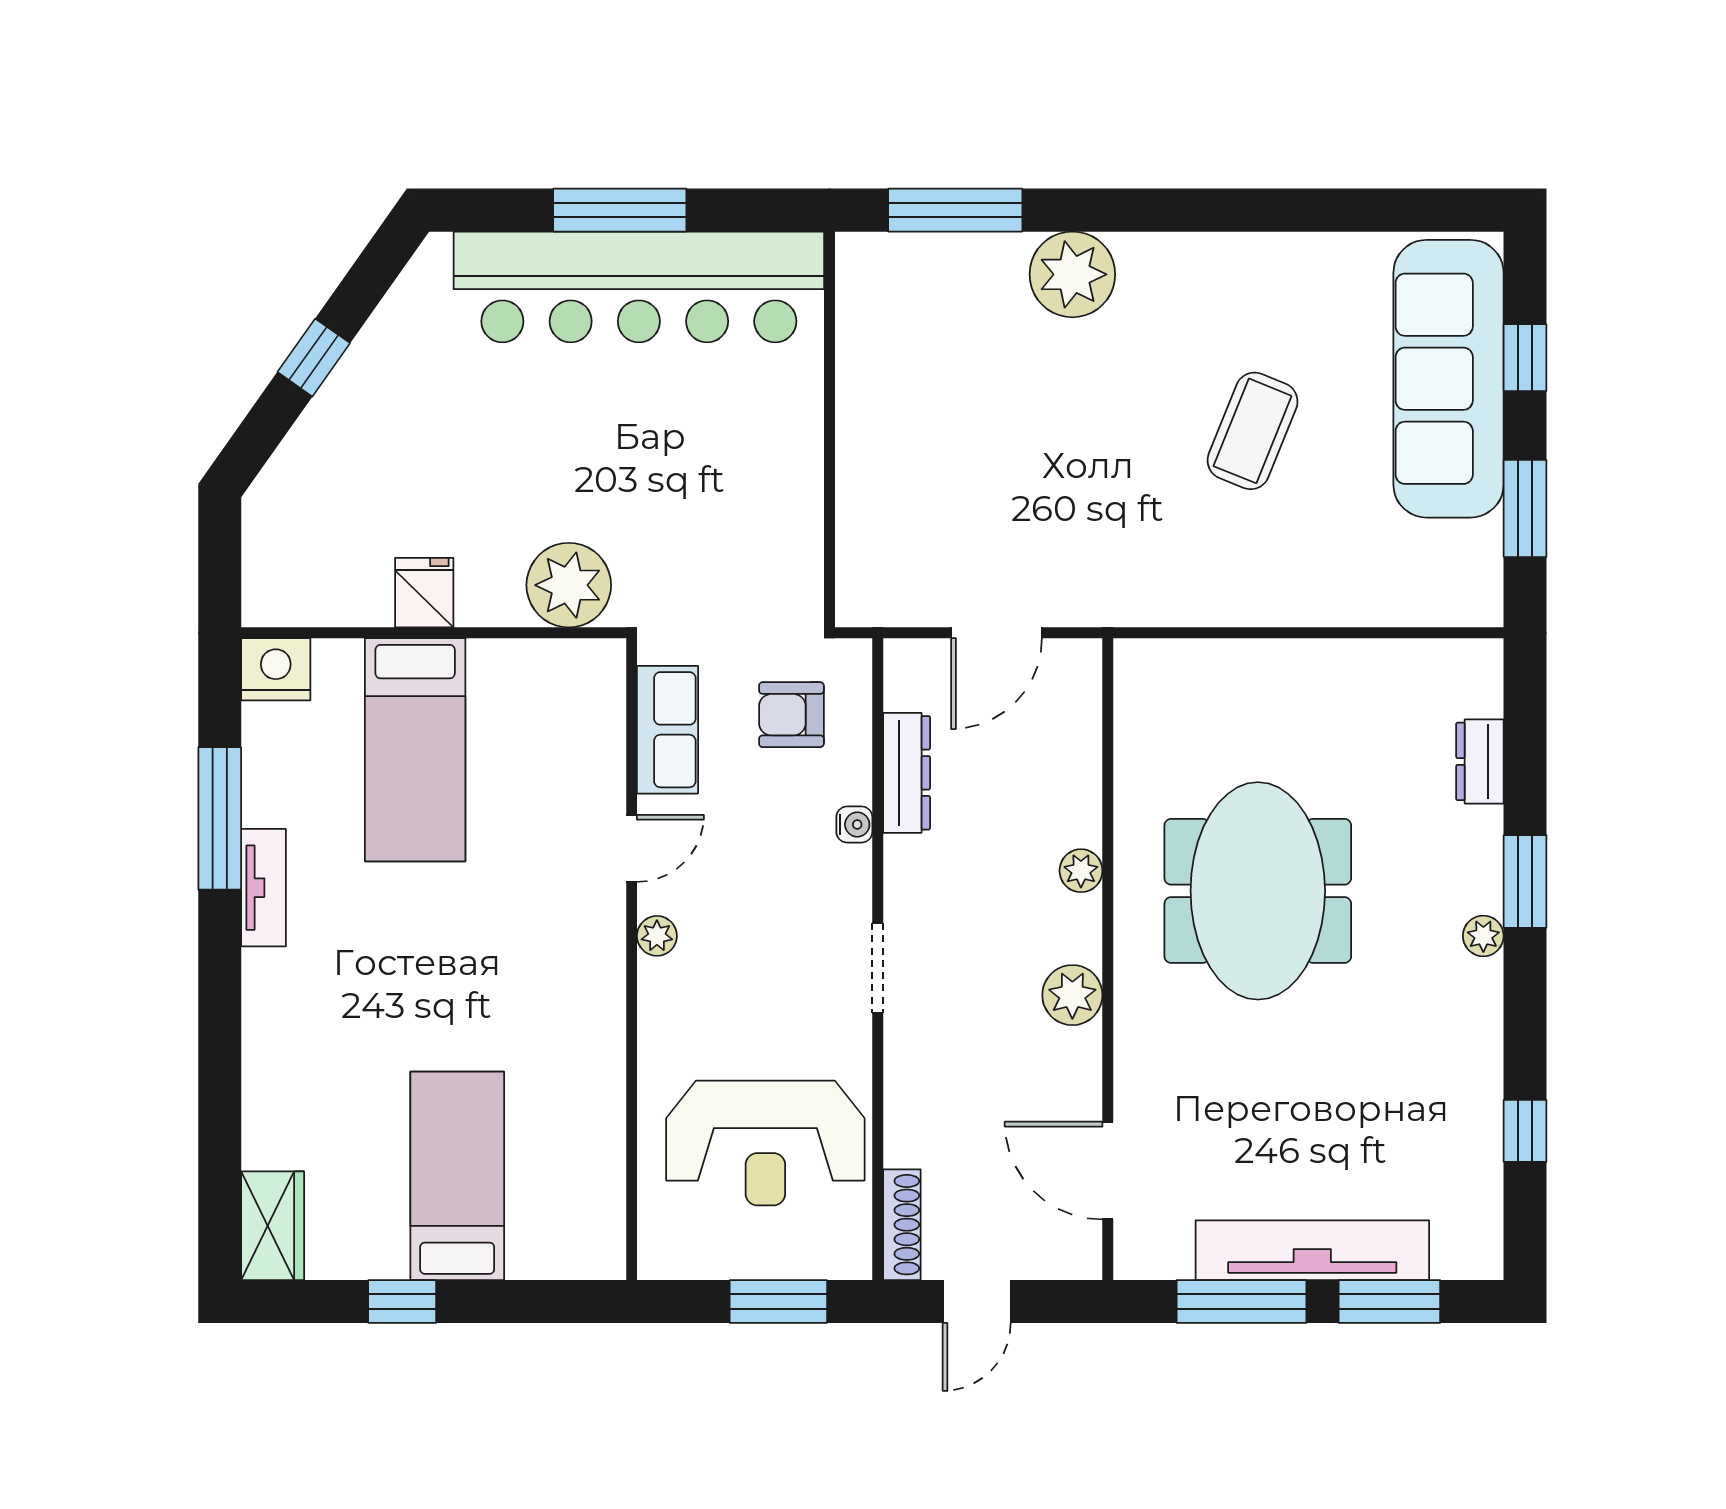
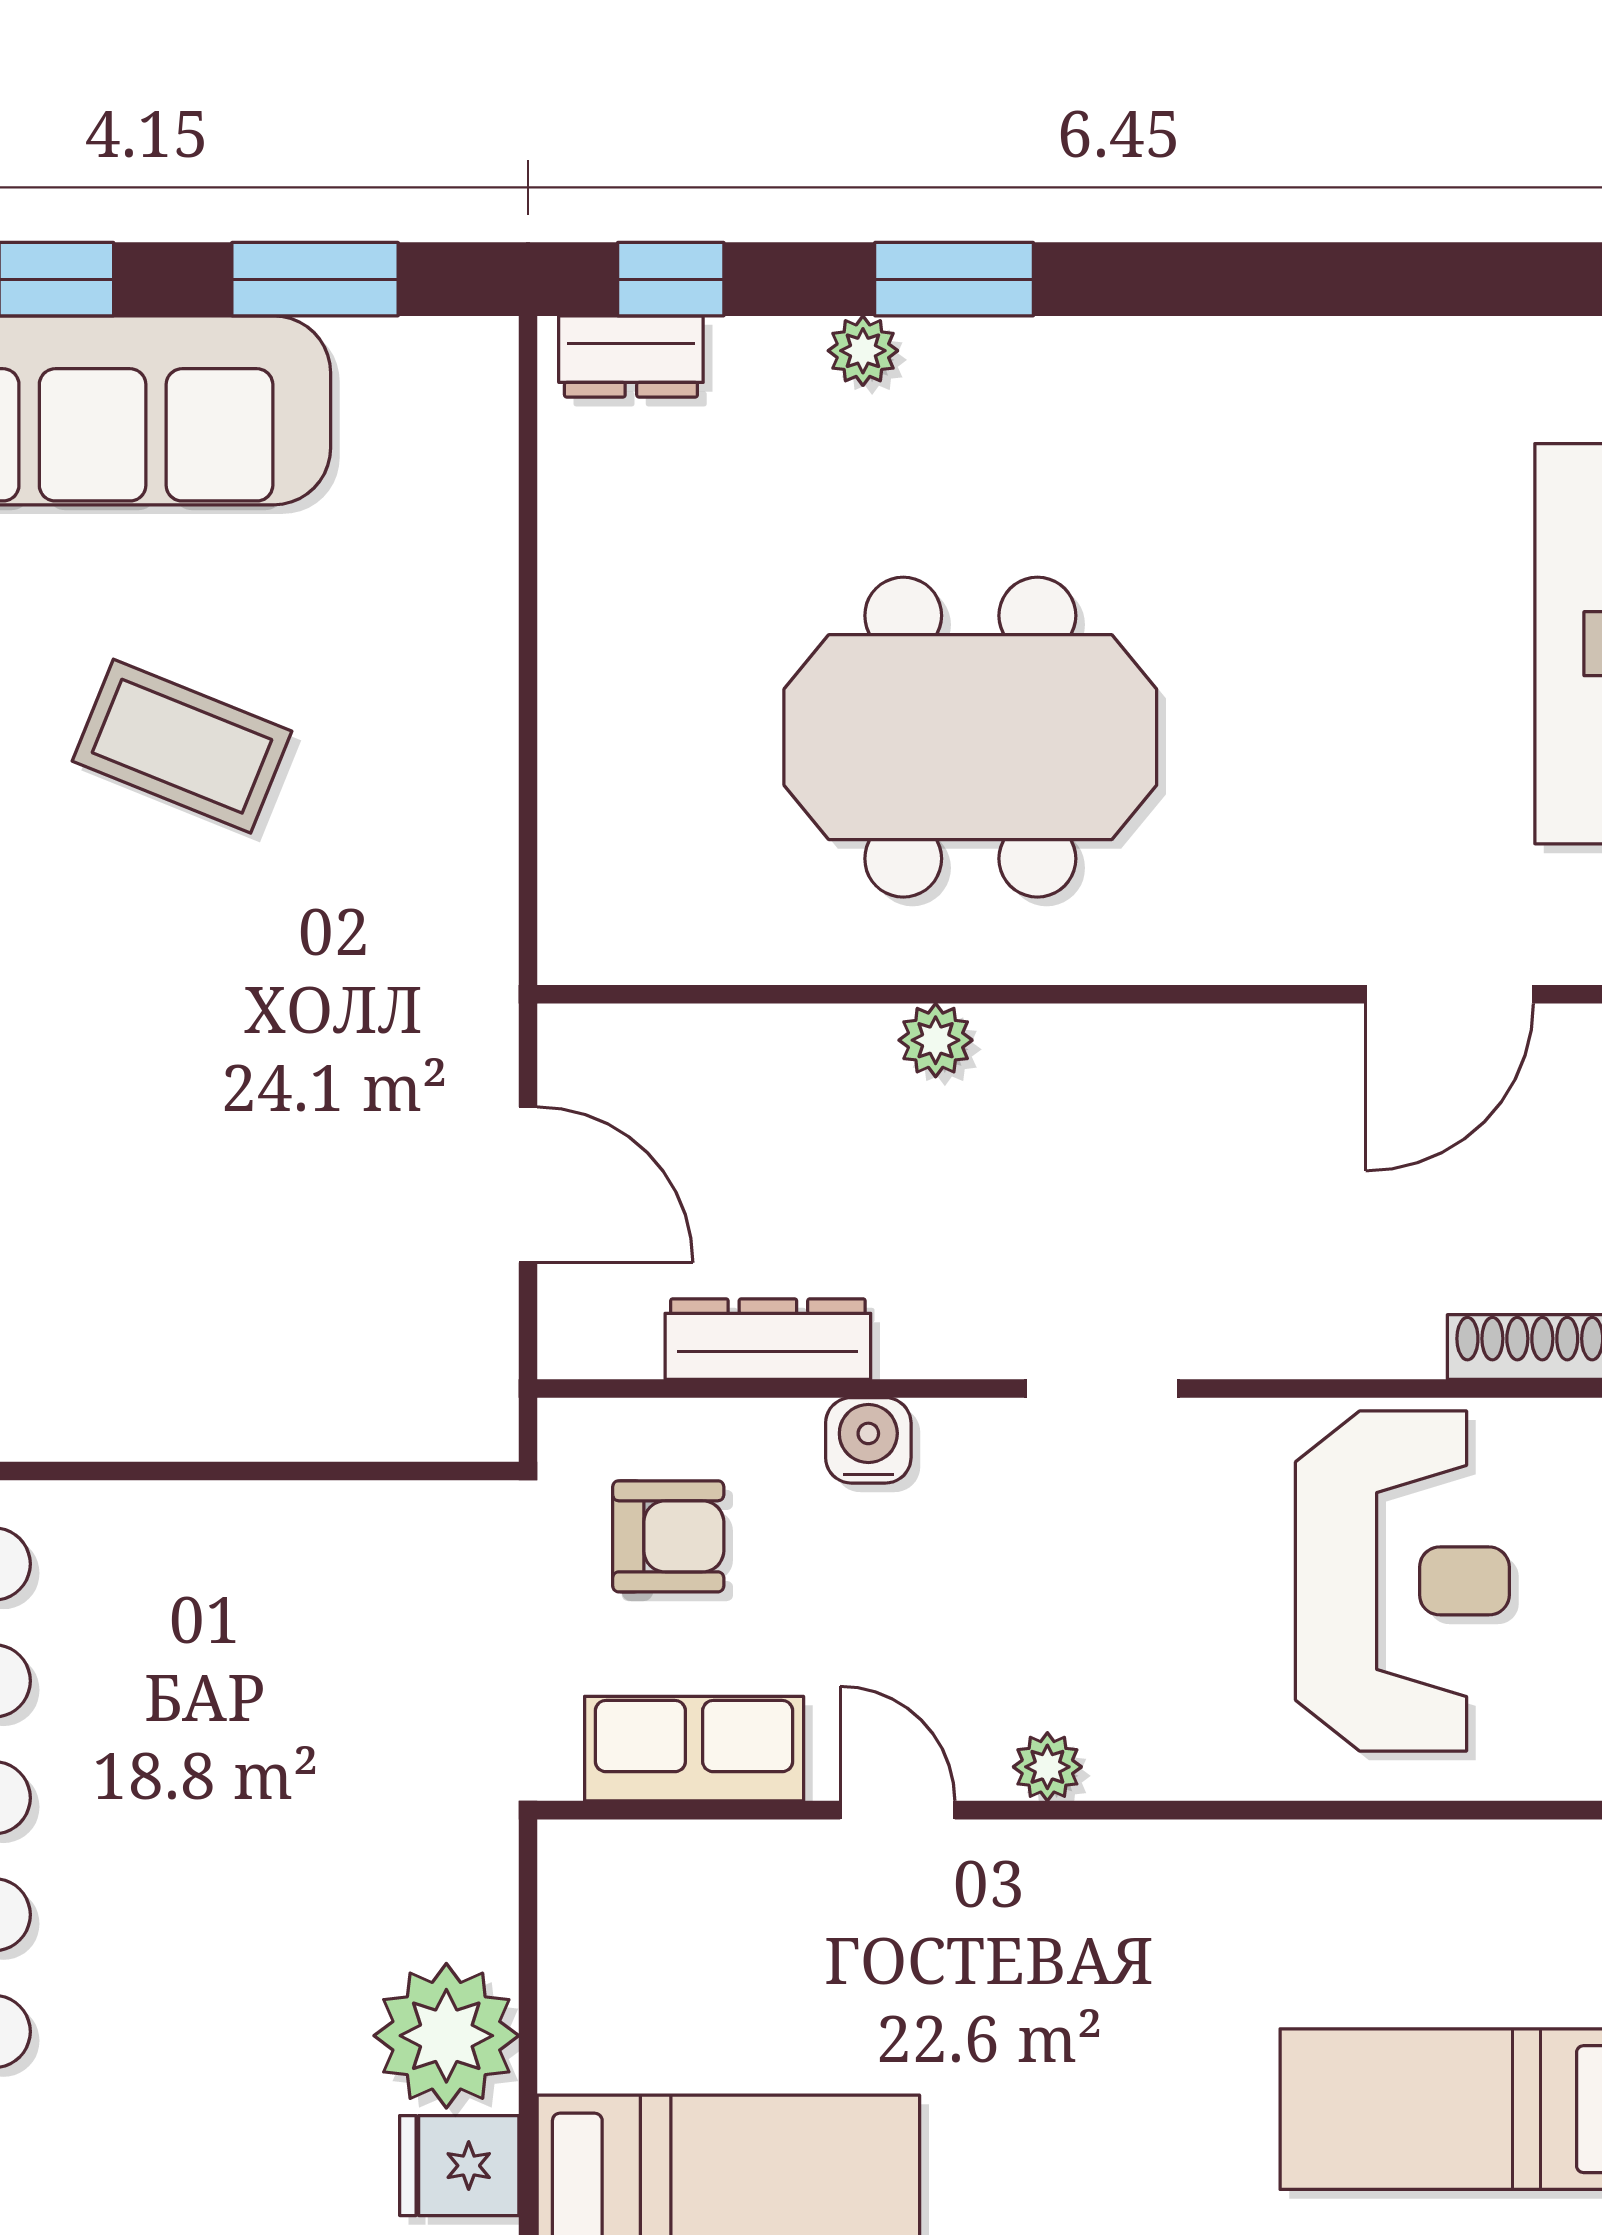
plant: (569, 585) -> (446, 2036), moved
armchair: (791, 715) -> (668, 1536), turned -90
dresser: (1480, 761) -> (631, 356), moved
water cooler: (854, 824) -> (868, 1440), width x1.38, depth x1.38
plant: (1483, 936) -> (863, 351), moved
plant: (1072, 995) -> (1149, 1055), removed
window: (1525, 1131) -> (671, 279), moved

